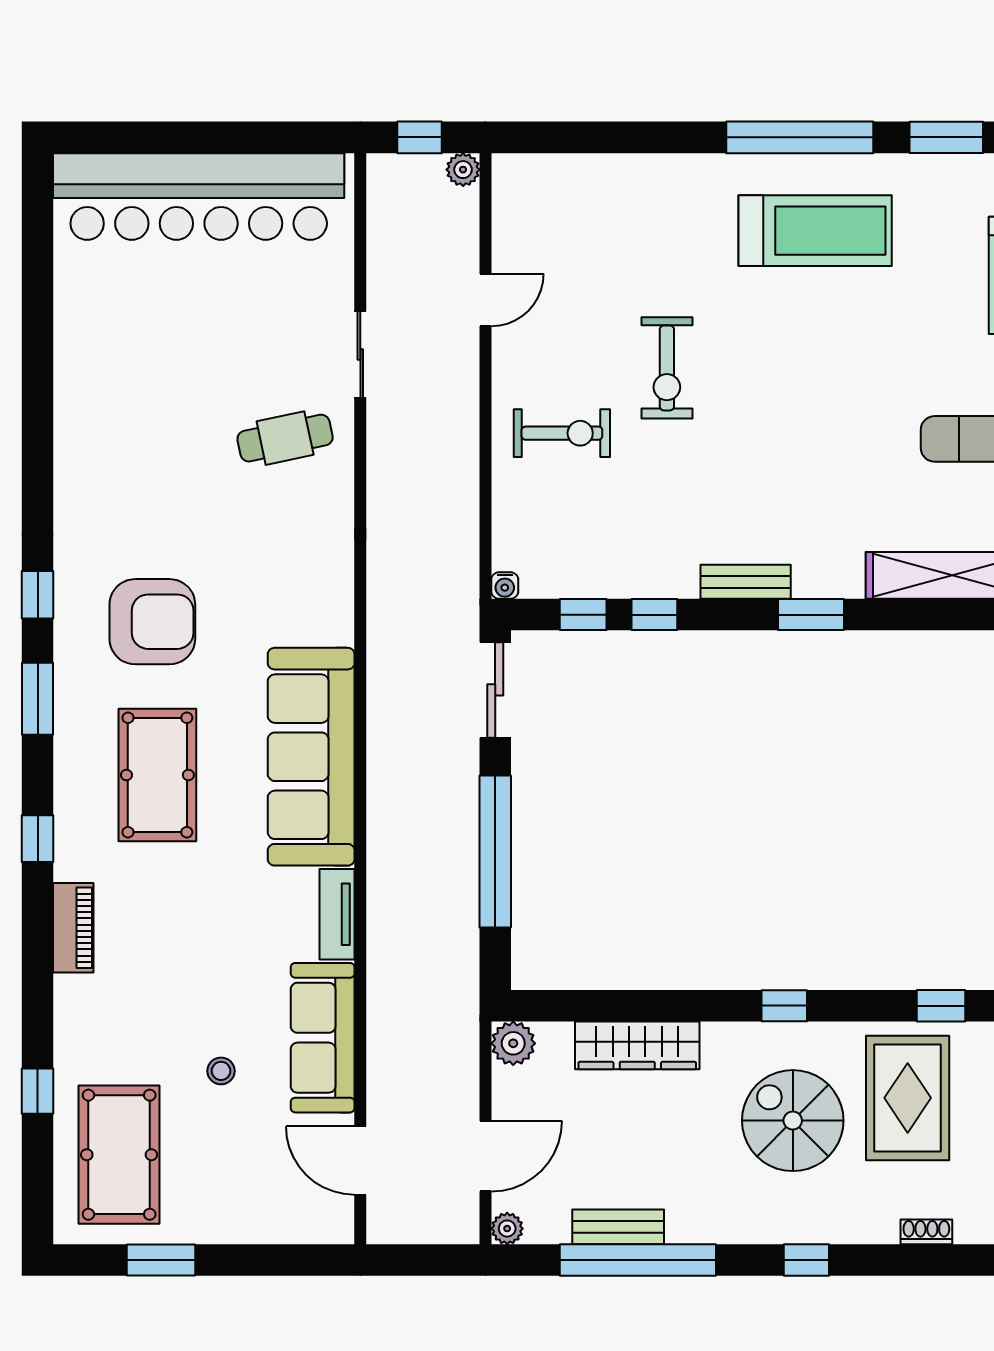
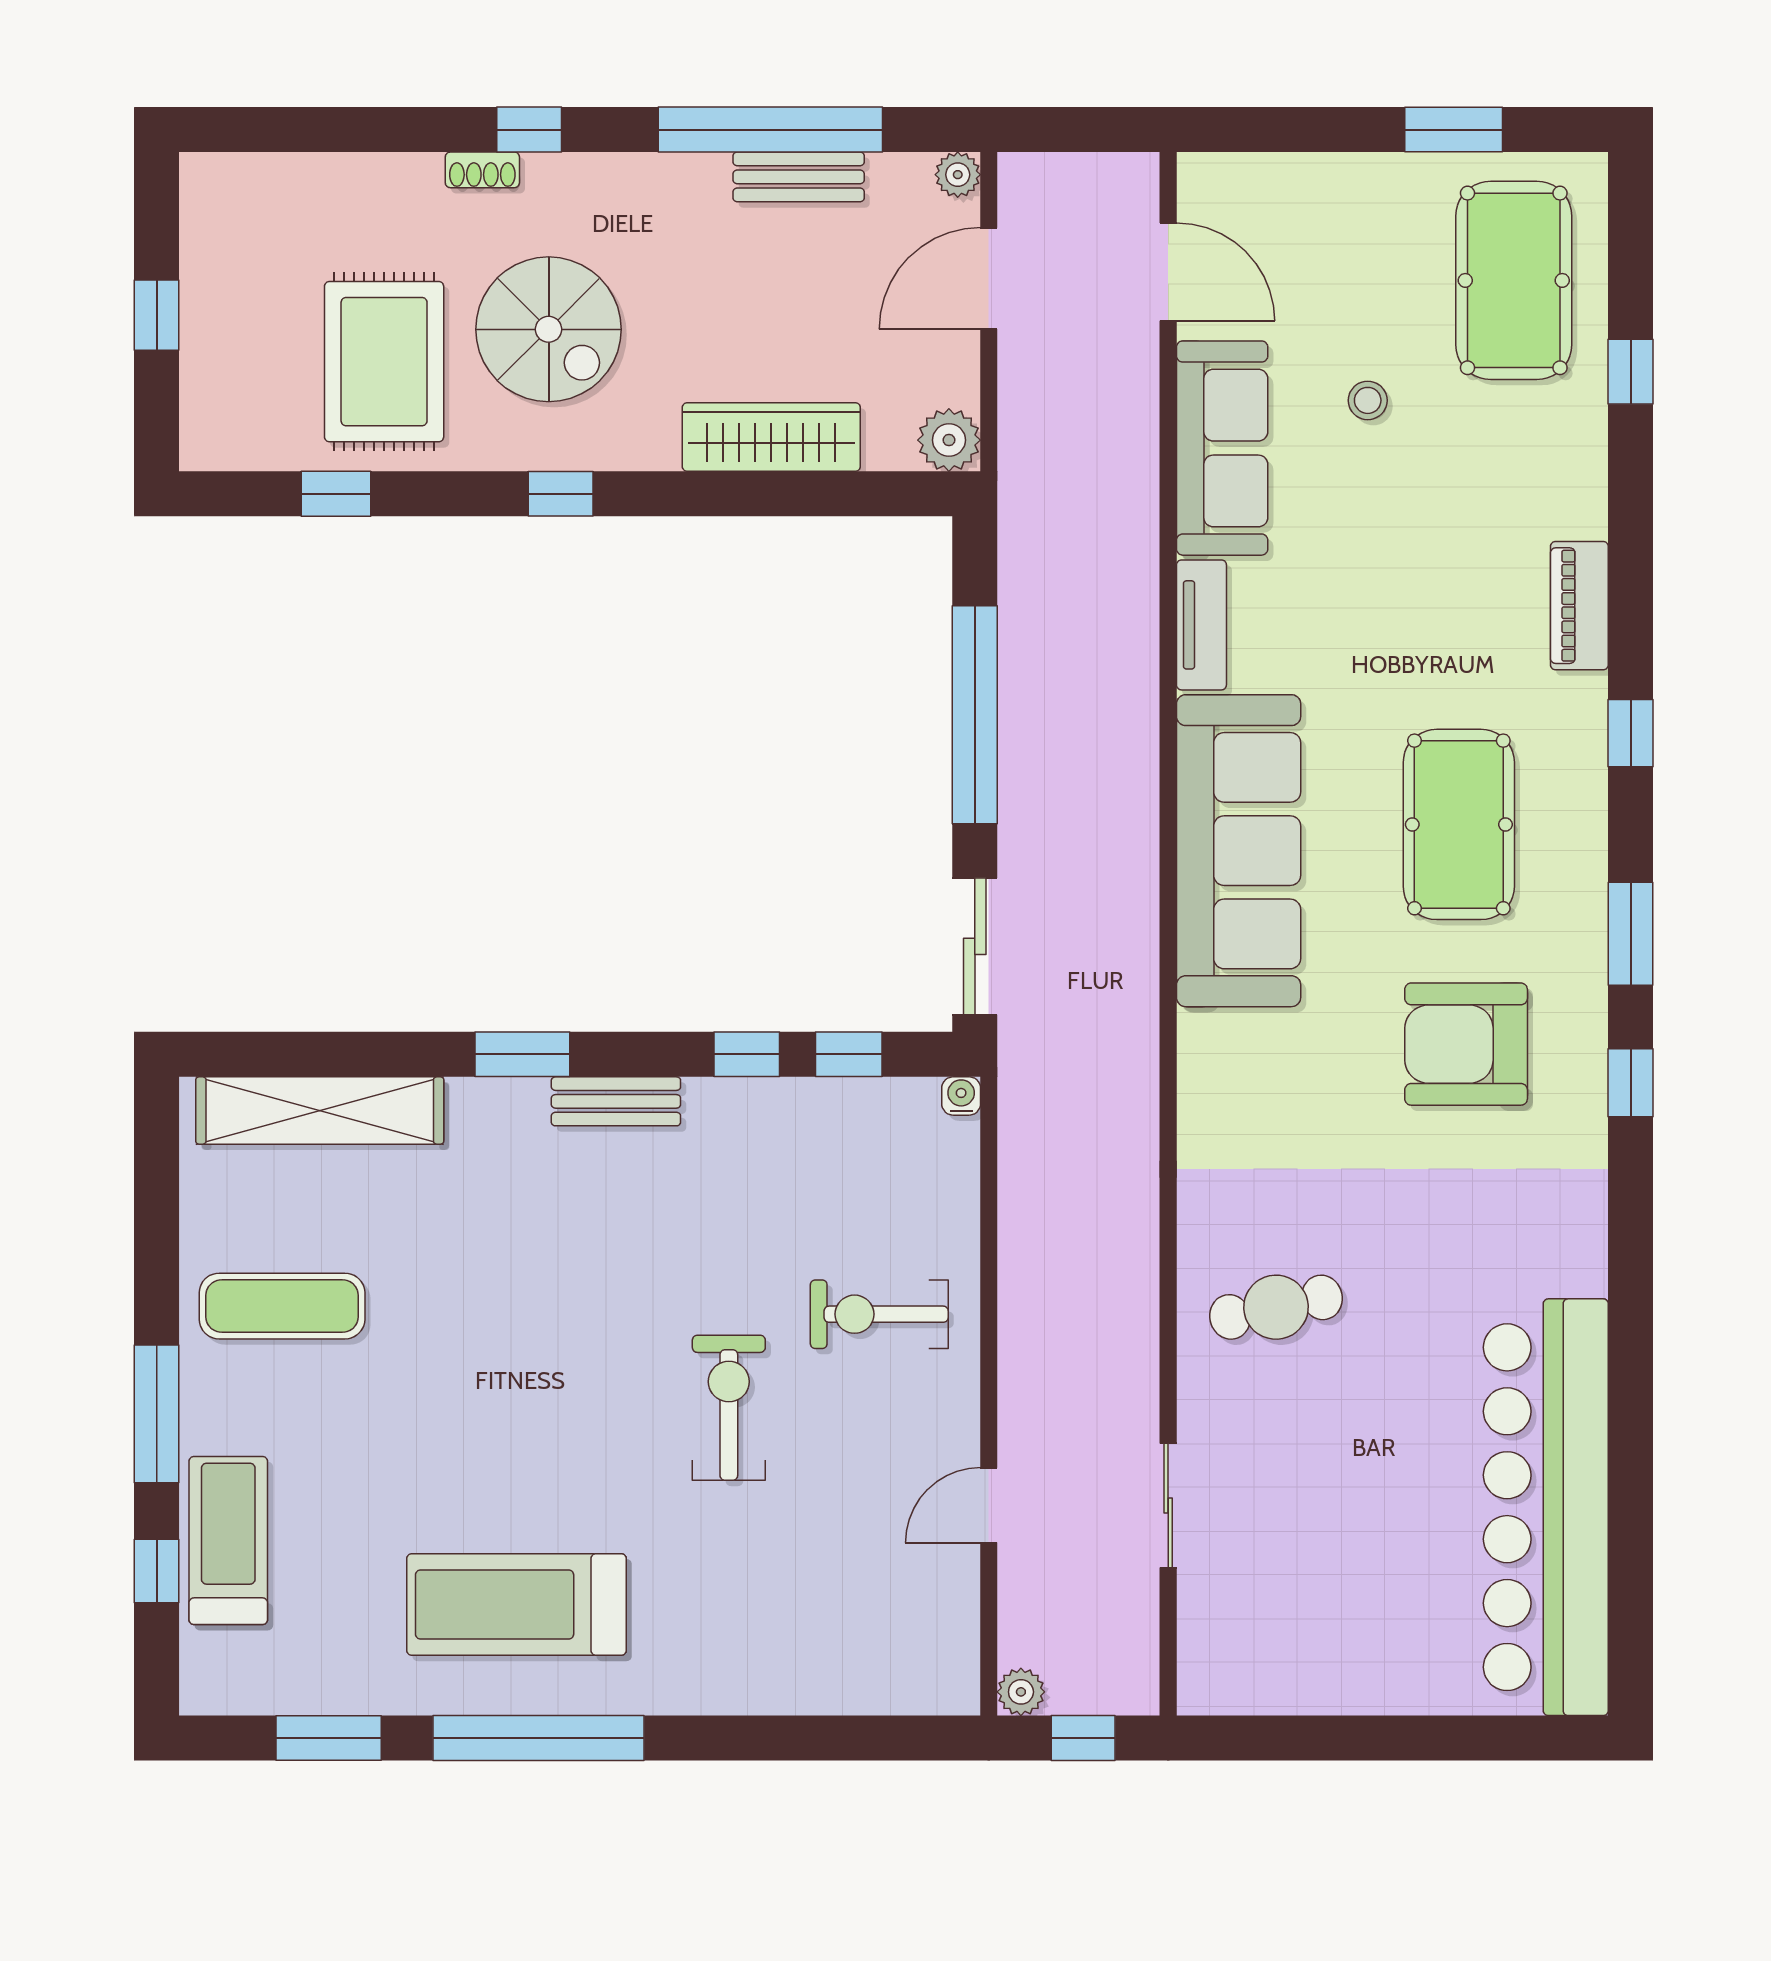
bar counter: (199, 197) -> (1546, 1507), moved, turned -90
sliding door: (360, 354) -> (1168, 1505), moved
shoe rack: (926, 1232) -> (482, 170), moved

